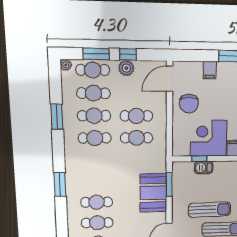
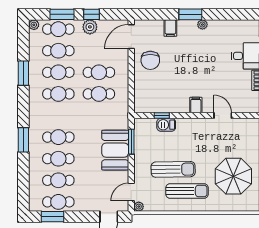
corner desk: (209, 138) -> (171, 95), removed
cafe table: (96, 181) -> (58, 137), added

